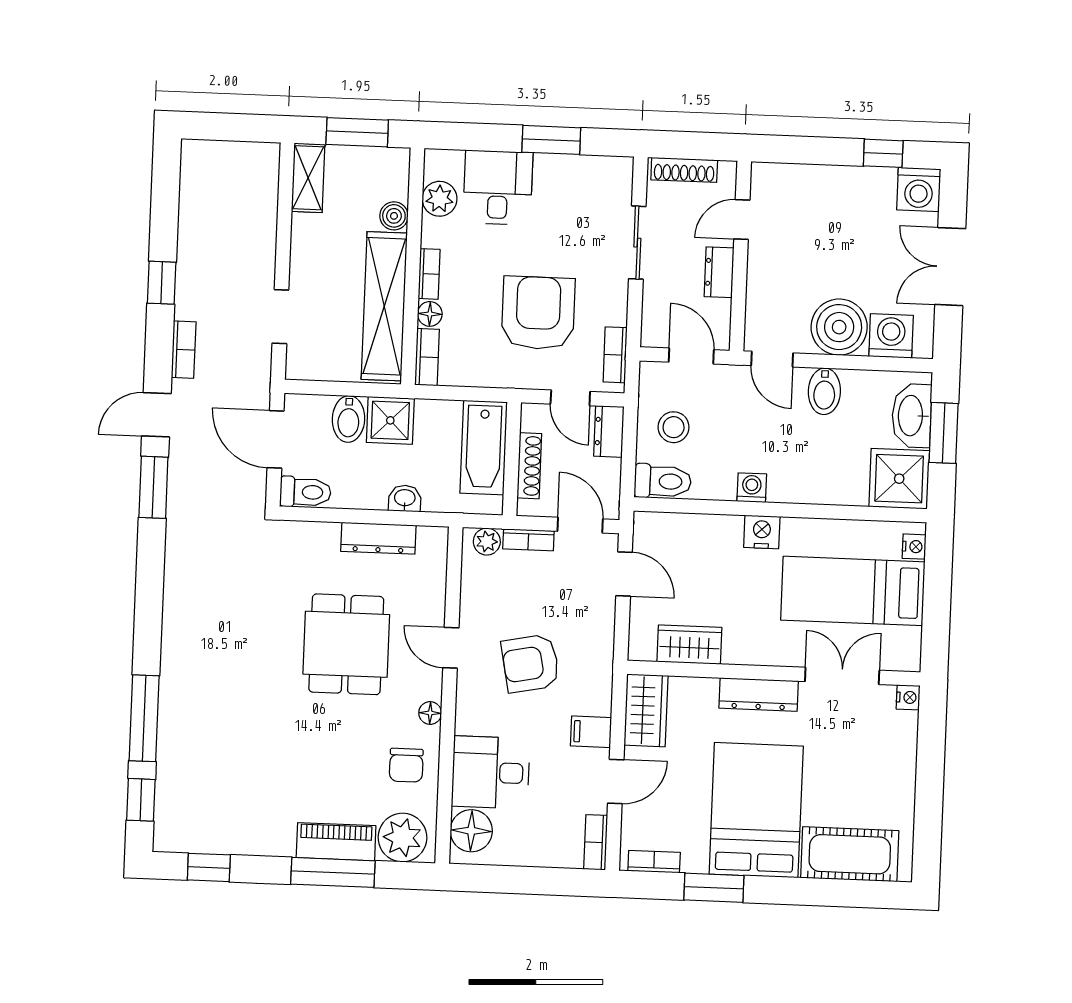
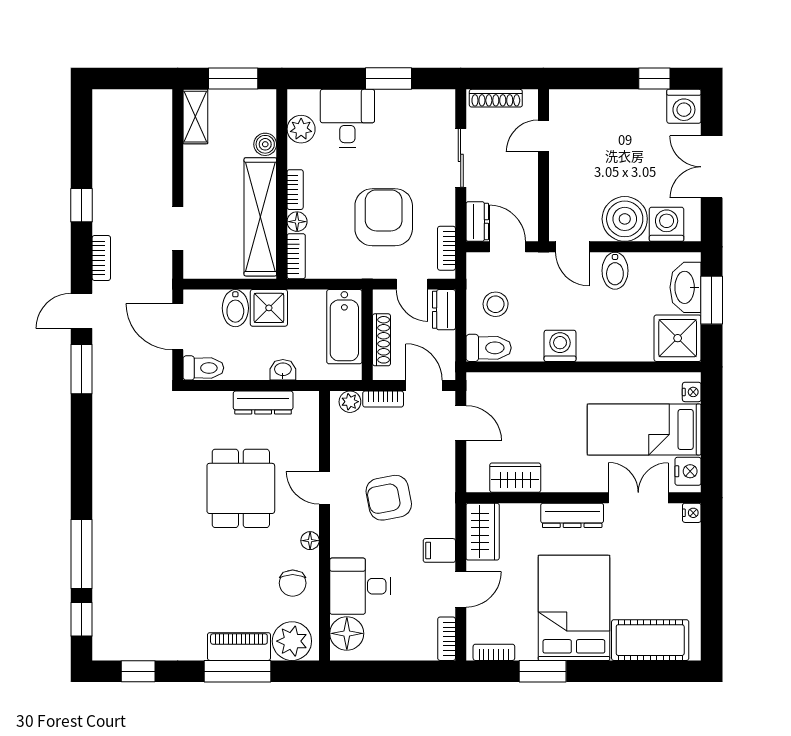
dresser: (719, 272) -> (477, 222), moved, turned 180
washing machine: (752, 488) -> (560, 346), width x1.38, depth x1.38
nightstand: (762, 532) -> (688, 471), moved, turned 90

